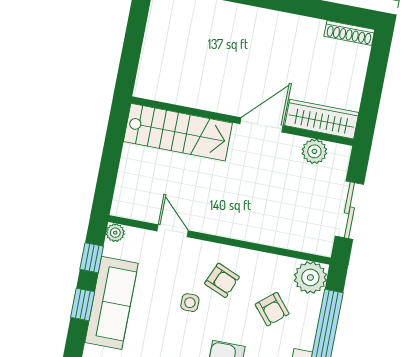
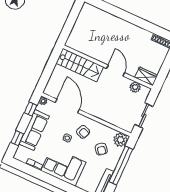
wardrobe: (322, 119) -> (146, 76), width x0.67
door: (262, 125) -> (116, 71), hinge flipped
door: (173, 231) -> (67, 106), width x1.87
window: (83, 304) -> (17, 138), moved

